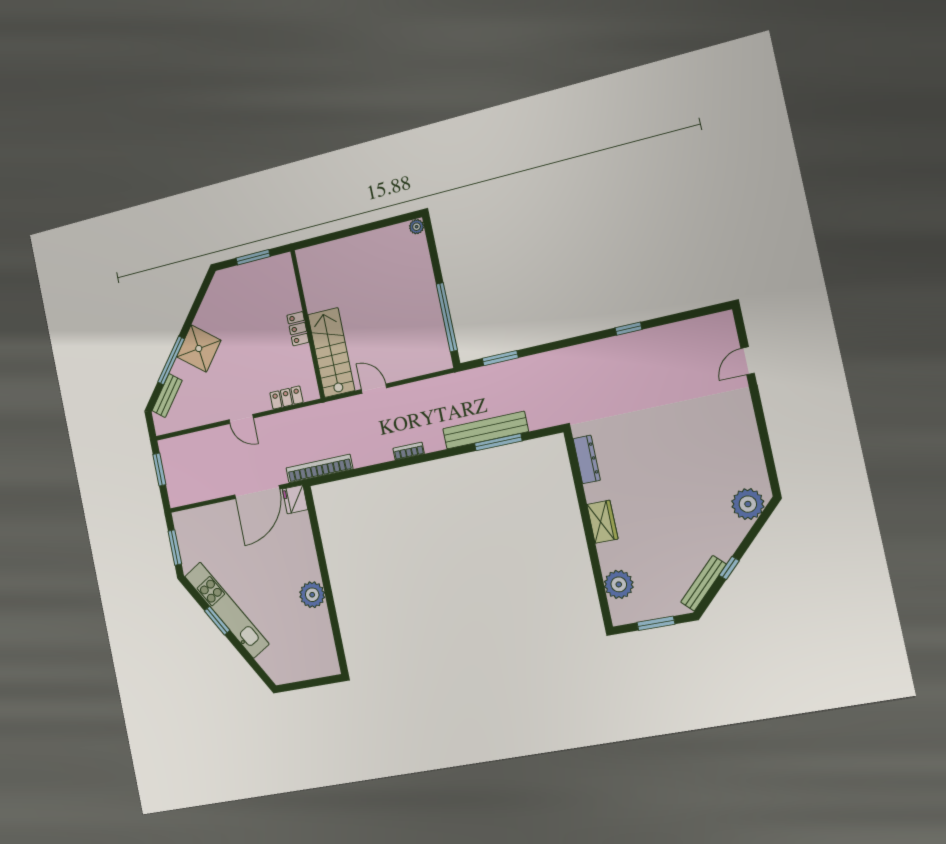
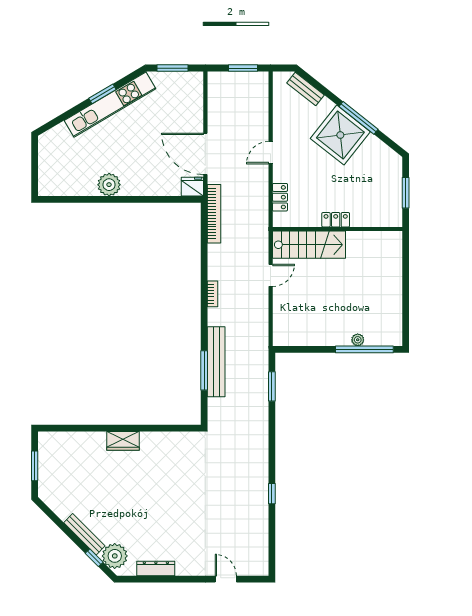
plant: (417, 227) -> (358, 340), moved
window: (447, 317) -> (364, 349), moved
shower: (199, 349) -> (340, 135), width x1.37, depth x1.37
window: (171, 360) -> (358, 118), moved
dresser: (587, 459) -> (156, 568), moved, turned 180
window: (729, 568) -> (94, 558), moved
bench: (703, 583) -> (84, 534), moved
plant: (619, 584) -> (71, 443), removed

